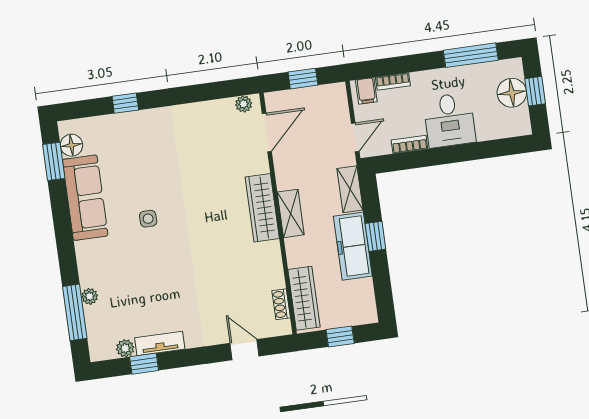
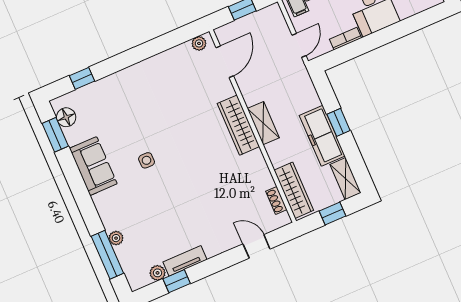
window: (125, 103) -> (82, 78), moved
shelving: (350, 189) -> (345, 179), moved
sofa: (85, 198) -> (93, 166), width x0.73

